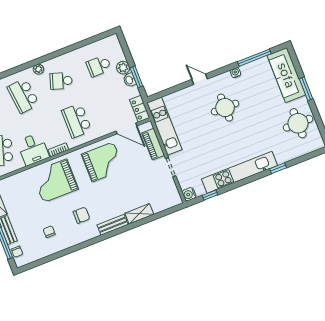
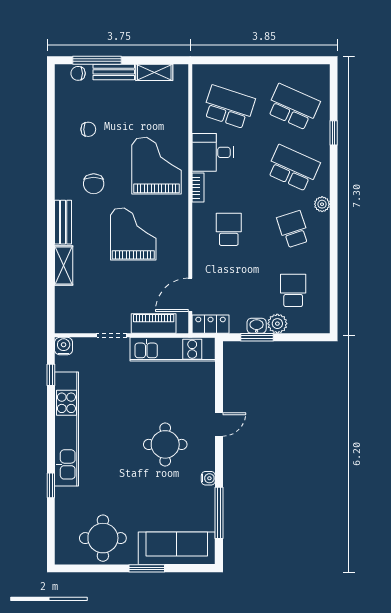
school desk: (61, 81) -> (293, 229), turned -36
school desk: (23, 96) -> (293, 168), turned 30
school desk: (77, 121) -> (229, 229), width x0.54
grand piano: (103, 162) -> (133, 234), moved, turned 180

